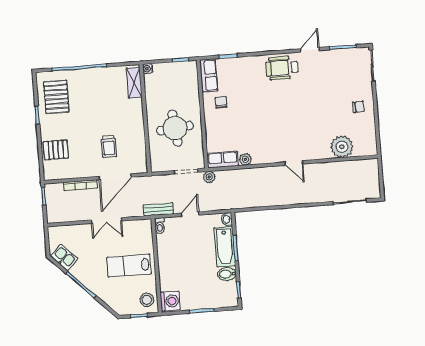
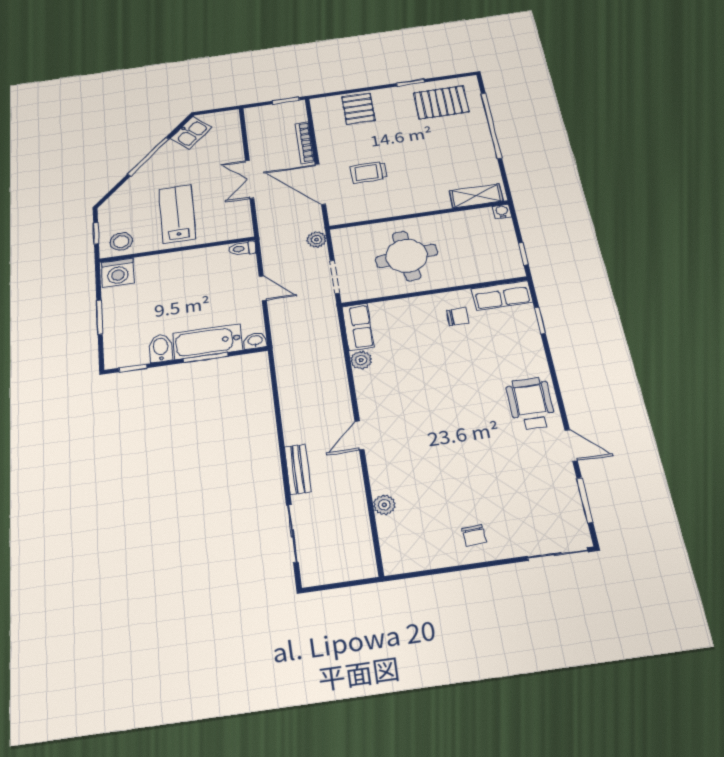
plant: (342, 147) -> (384, 505), width x0.53, depth x0.53
plant: (209, 177) -> (317, 240), moved
bench: (158, 209) -> (298, 469), moved

